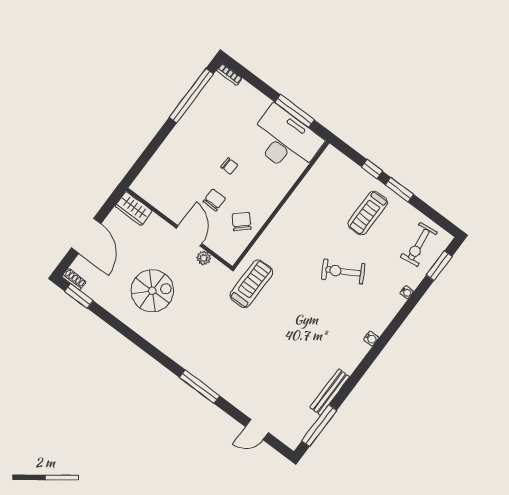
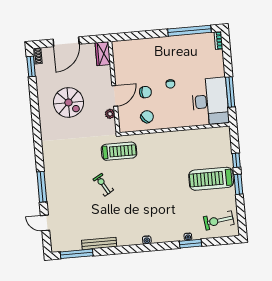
treadmill: (368, 213) -> (211, 179), width x1.37, depth x1.38
window: (439, 266) -> (190, 244), moved
exercise bike: (343, 271) -> (103, 185), moved, width x0.73, depth x0.72
window: (200, 387) -> (42, 187), moved

